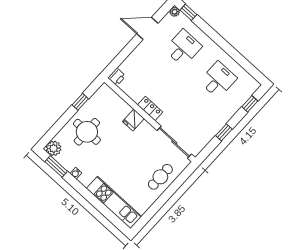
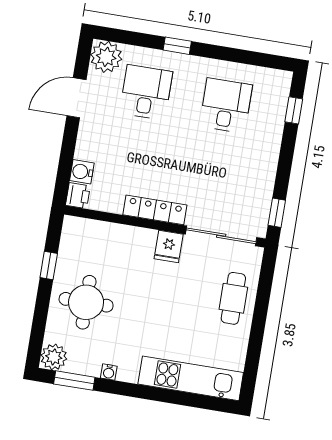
plant: (175, 12) -> (106, 57), width x1.88, depth x1.88
window: (188, 12) -> (177, 46), moved
water cooler: (126, 66) -> (82, 172), added
locker: (150, 108) -> (155, 210), width x1.53
fridge: (133, 120) -> (169, 246), moved
window: (224, 132) -> (277, 213), moved

